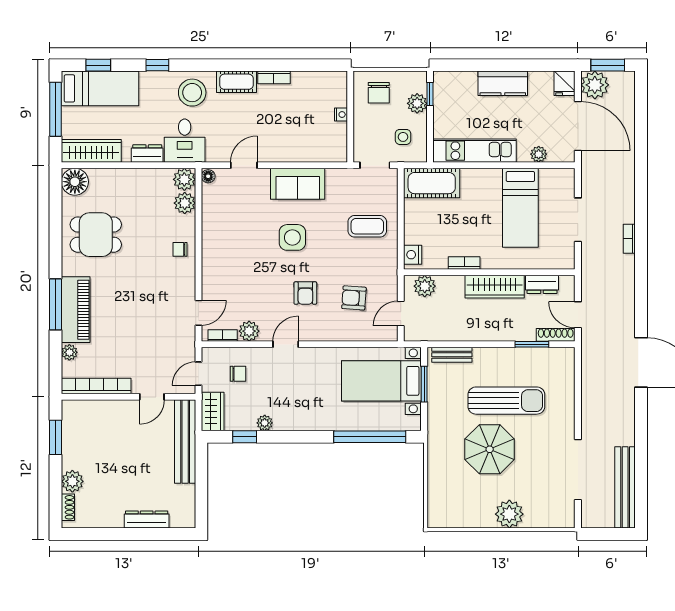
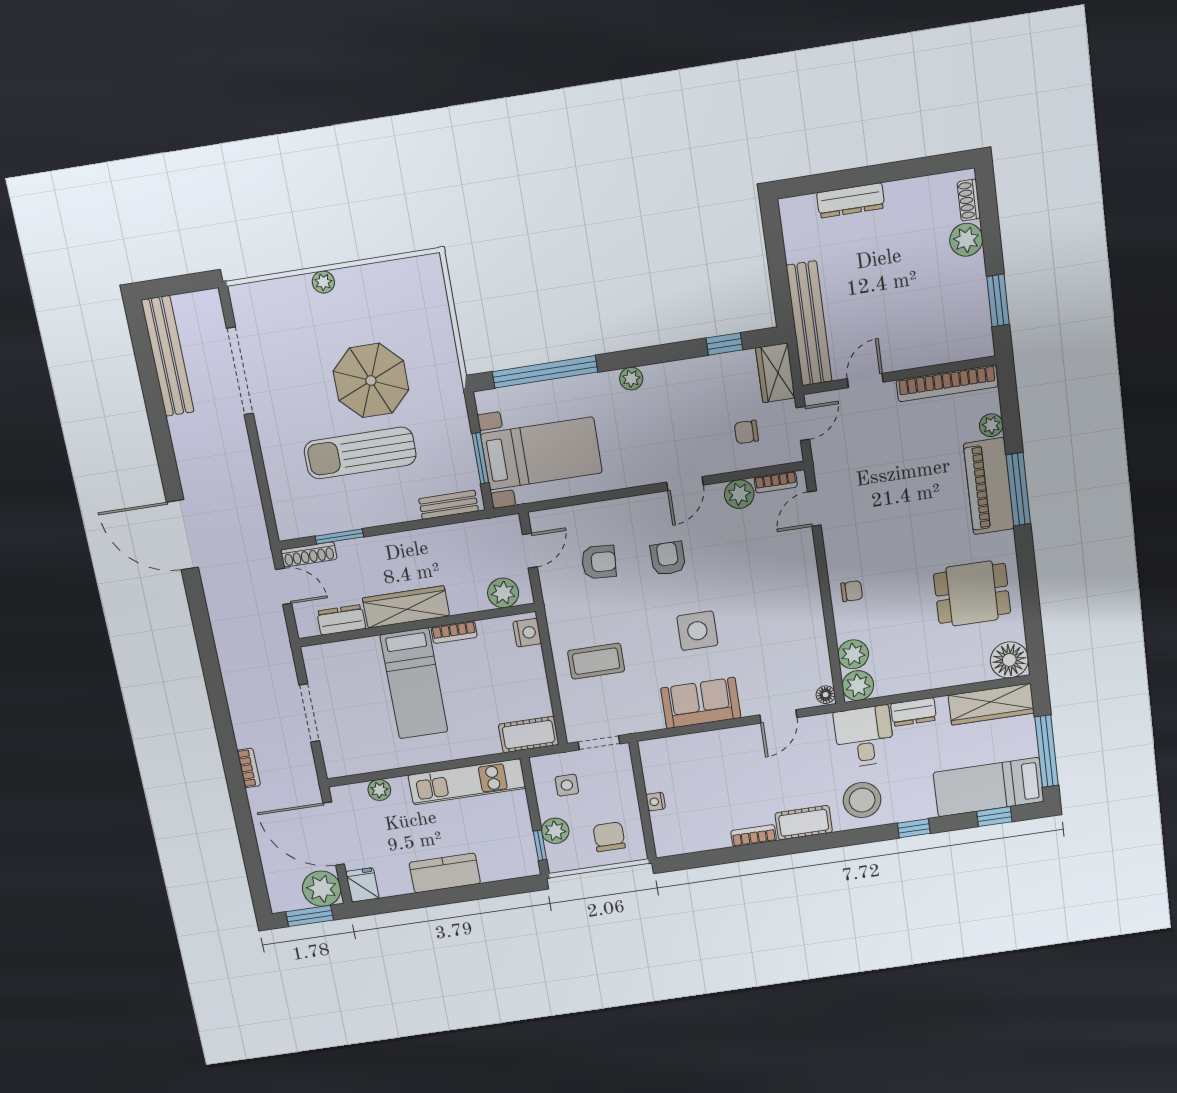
cot: (432, 183) -> (529, 735), width x0.73, depth x0.75
bed: (520, 208) -> (414, 684), moved, turned 180
bookcase: (629, 239) -> (249, 768), moved
plant: (265, 423) -> (631, 379), moved
plant: (509, 514) -> (323, 282), width x0.53, depth x0.53

